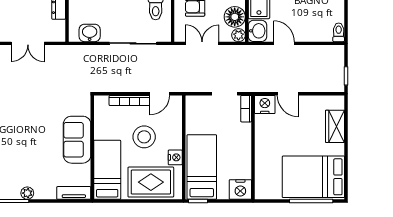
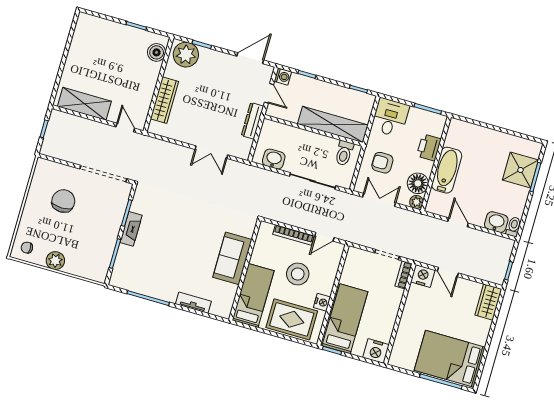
washbasin: (257, 31) -> (496, 222), moved, turned -90
wardrobe: (335, 126) -> (488, 302), moved
plant: (27, 193) -> (170, 296), removed
tv unit: (74, 193) -> (193, 303), moved

